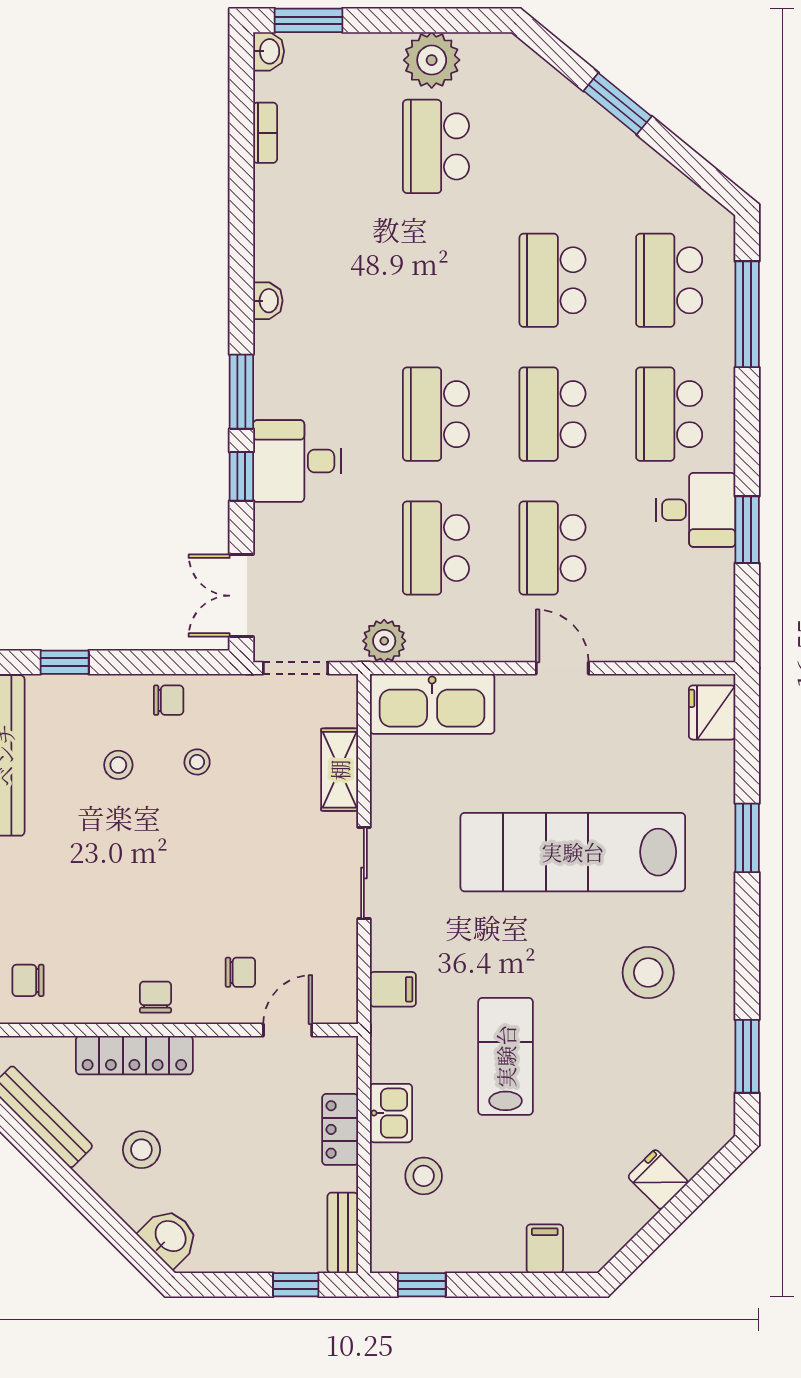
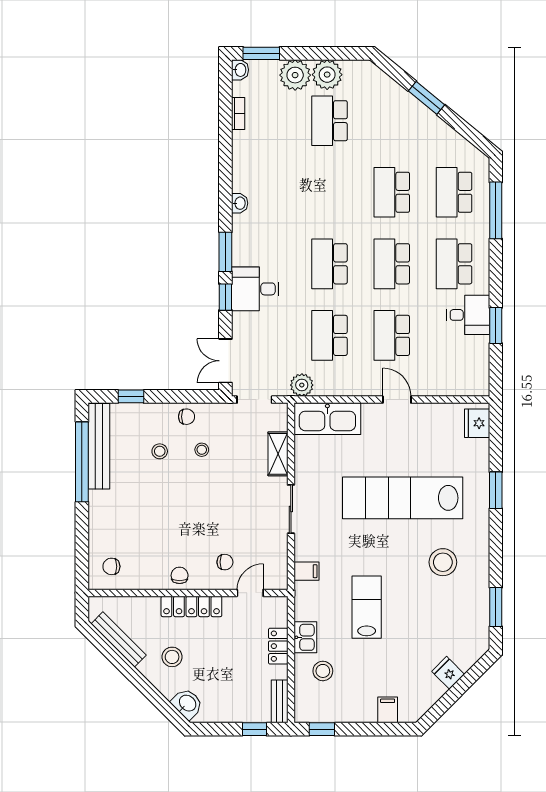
plant: (372, 61) -> (295, 75), added
locker: (134, 1055) -> (191, 606), moved

